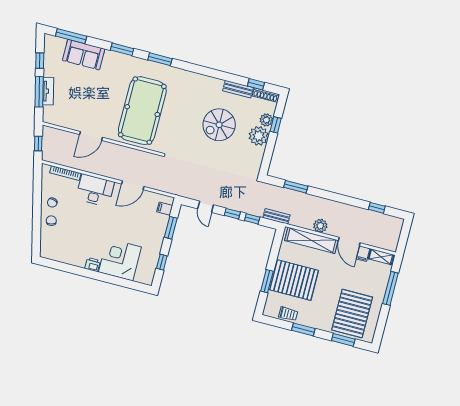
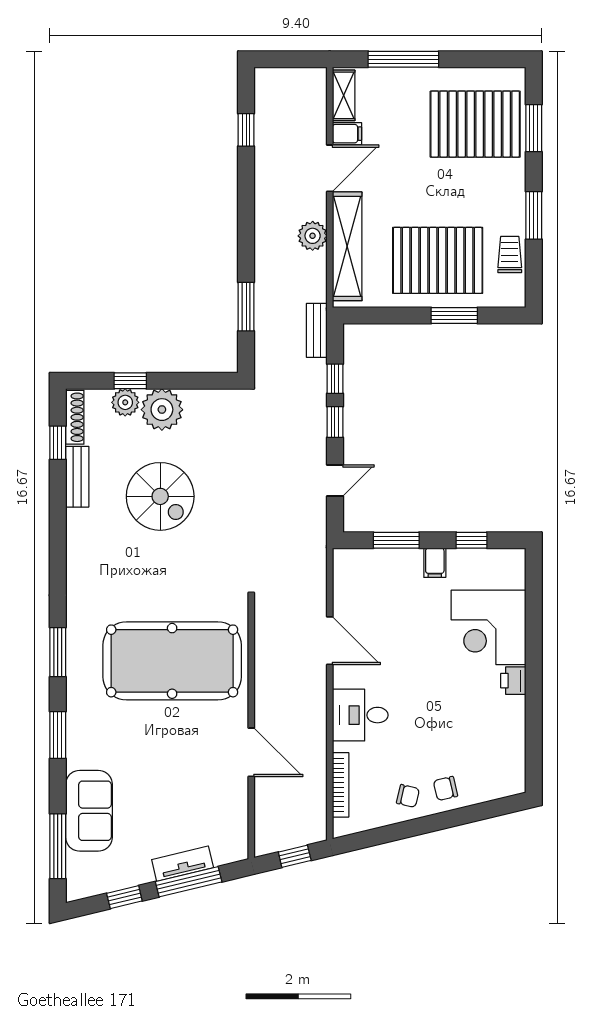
desk: (95, 190) -> (360, 715), width x0.73
filing cabinet: (165, 209) -> (435, 563), moved
pallet: (294, 280) -> (438, 260), turned 90

